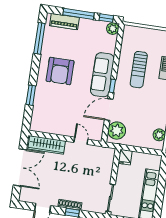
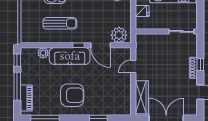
plant: (113, 29) -> (43, 53), moved
fridge: (125, 157) -> (142, 11), moved

